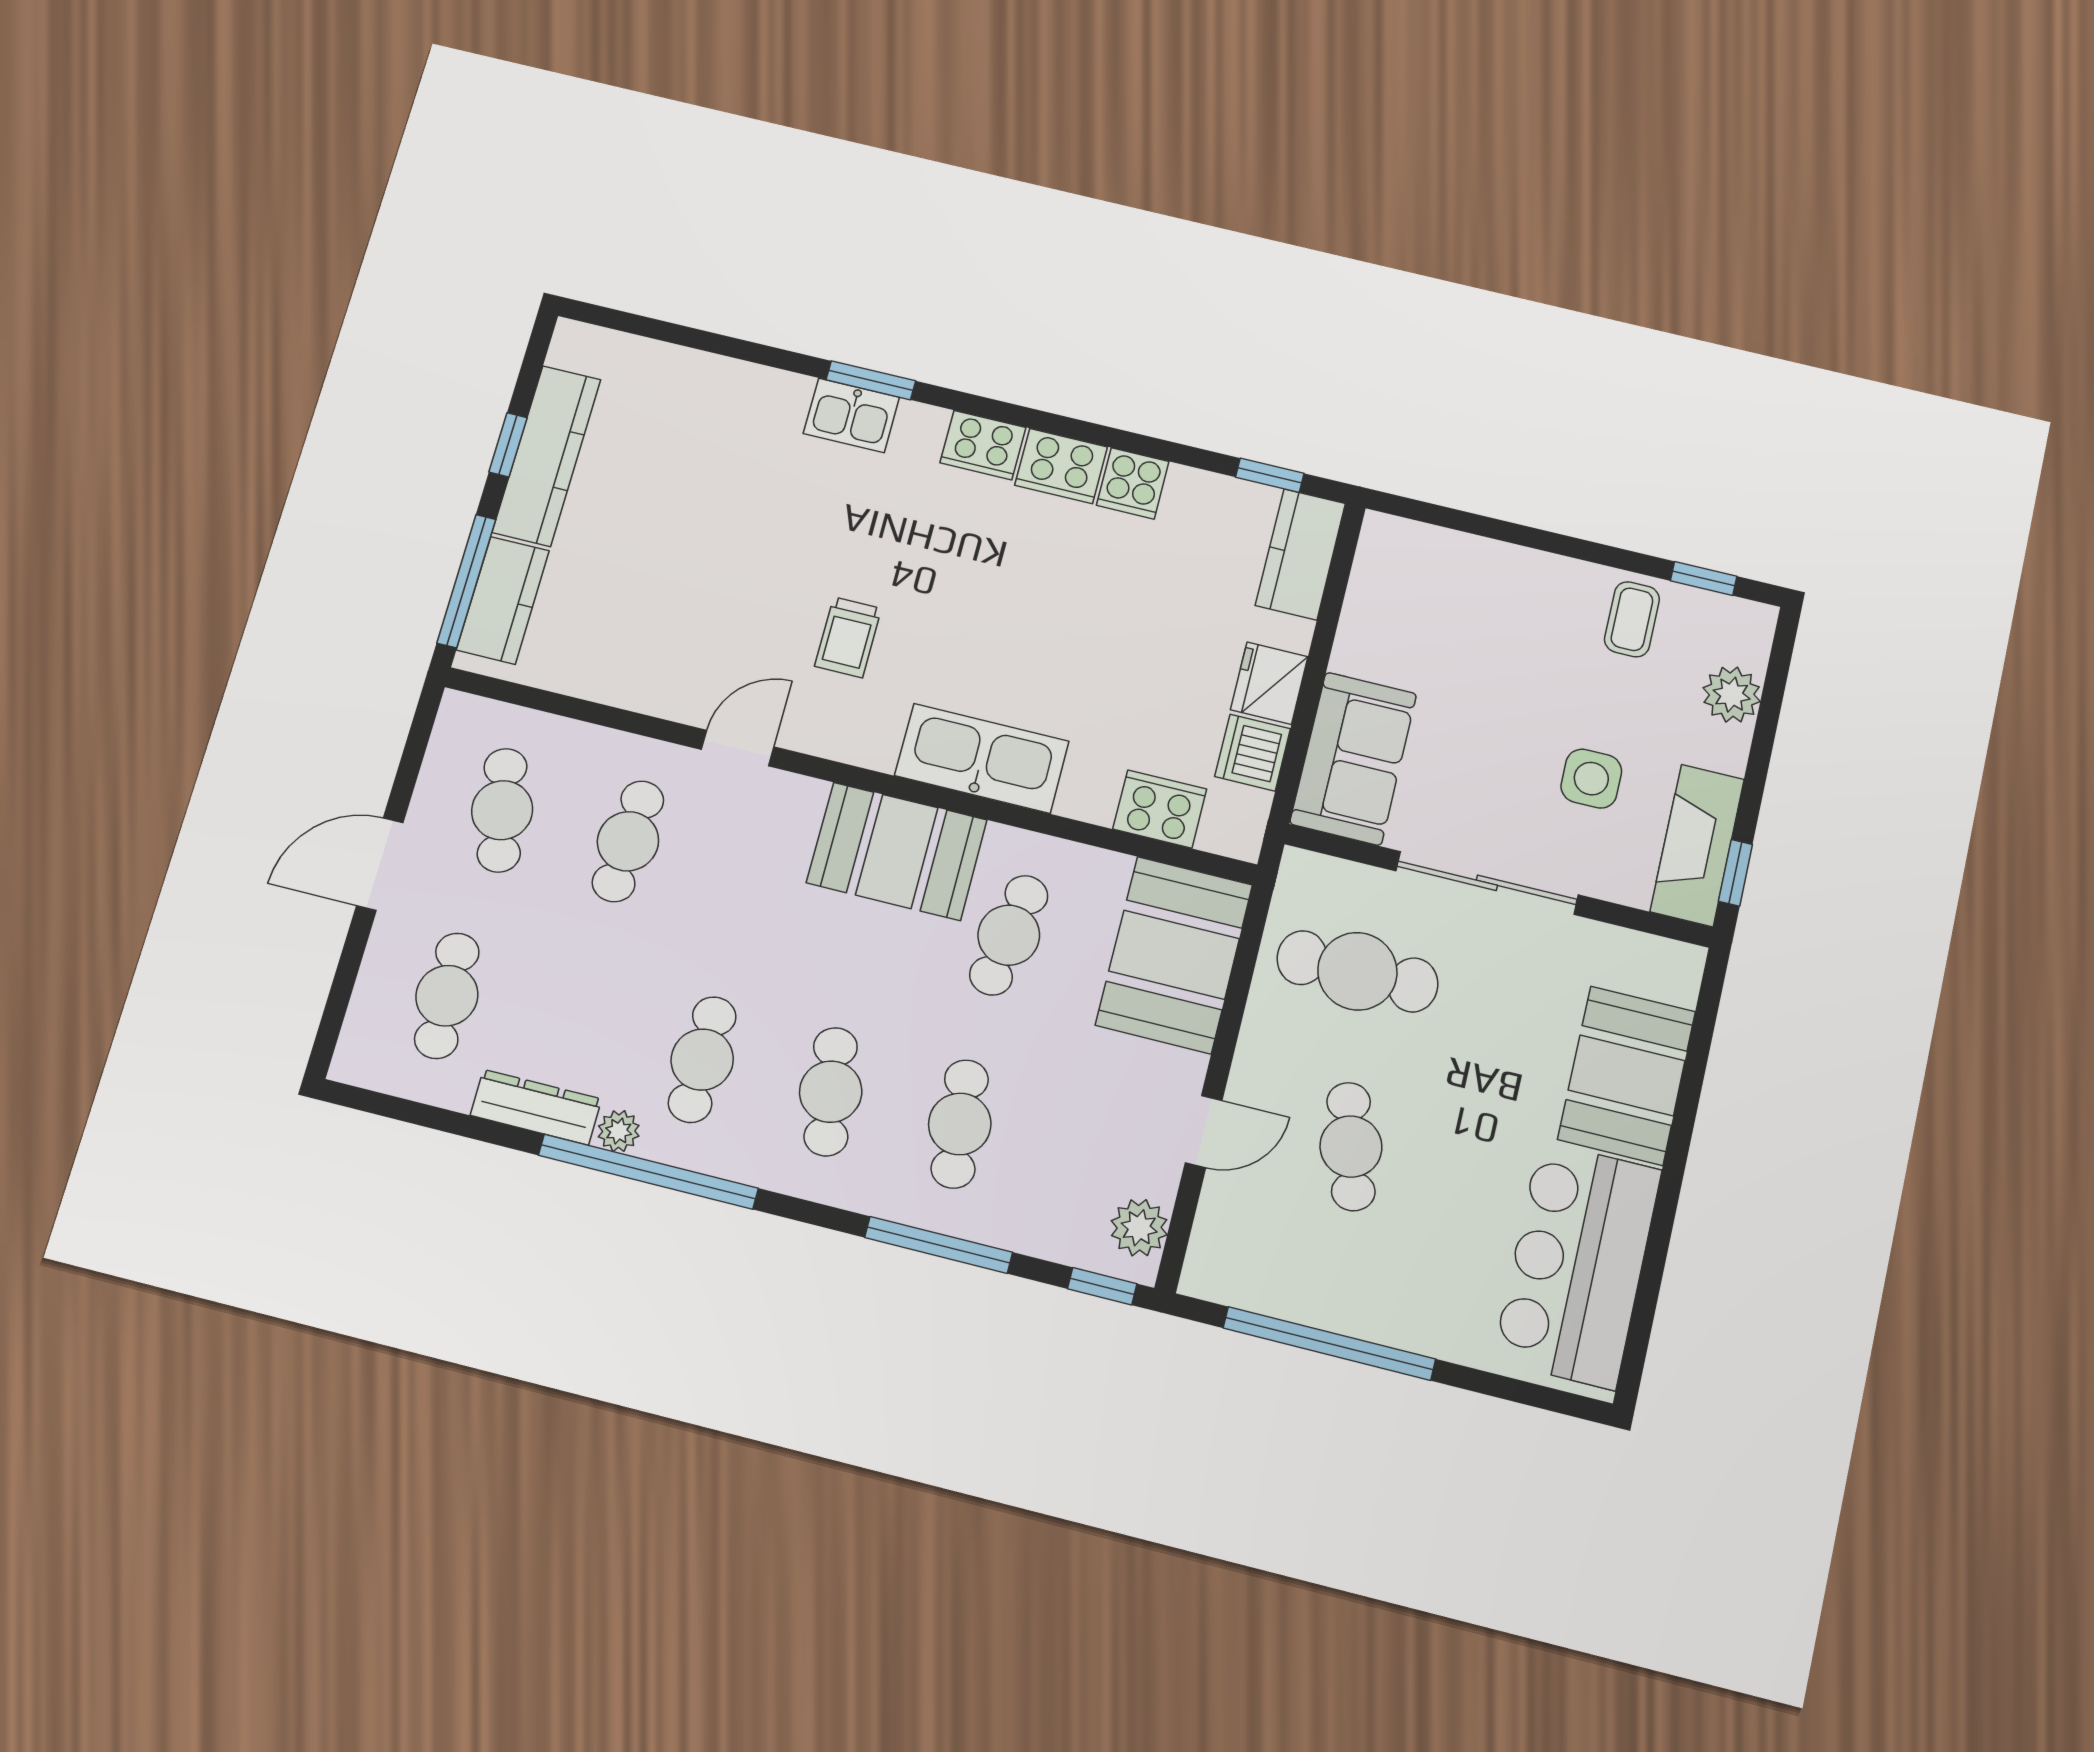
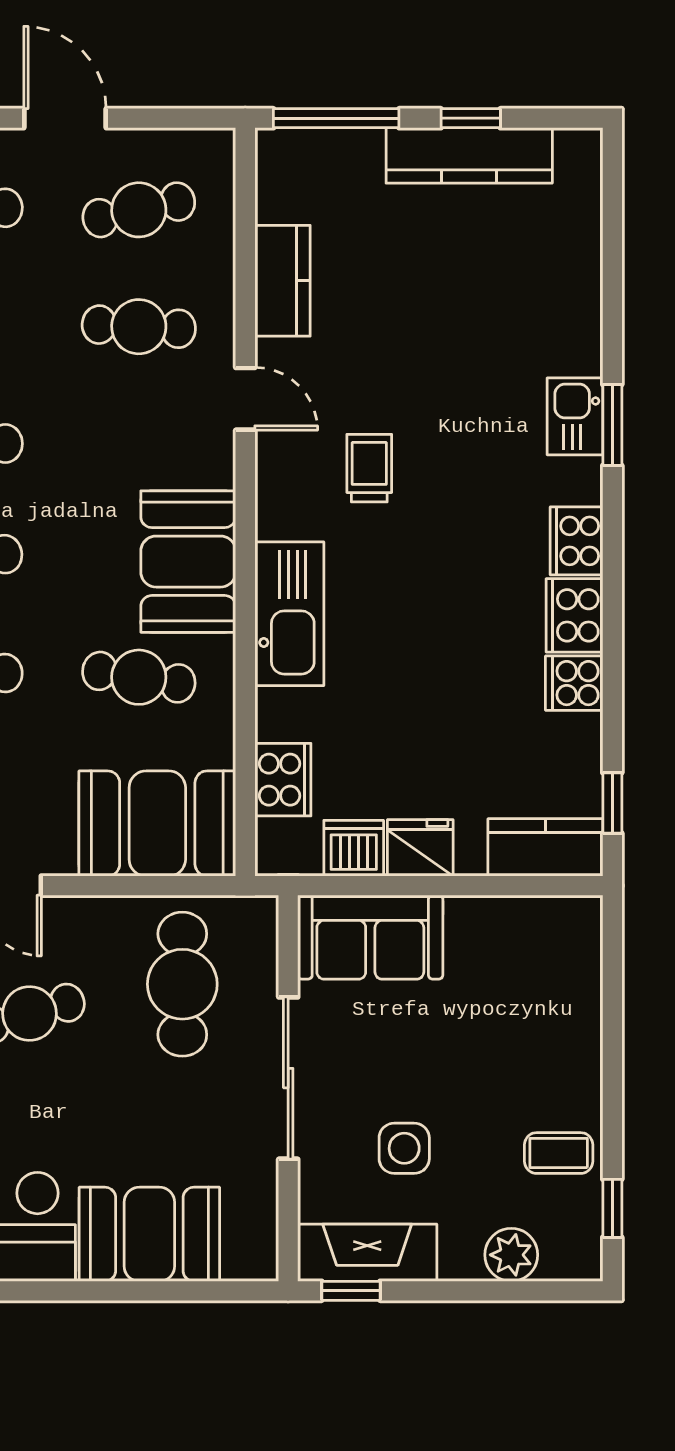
kitchen counter: (503, 600) -> (283, 281), moved, turned -90
trolley: (848, 637) -> (369, 468), turned 90

